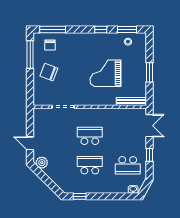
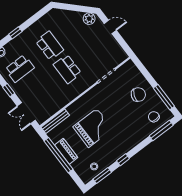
piano: (141, 71) -> (66, 151), added
window: (150, 72) -> (58, 155), width x2.11
school desk: (90, 136) -> (67, 69), turned 90
school desk: (90, 165) -> (50, 46), turned -90
school desk: (128, 165) -> (20, 69), turned 180
window: (80, 196) -> (15, 33), moved

